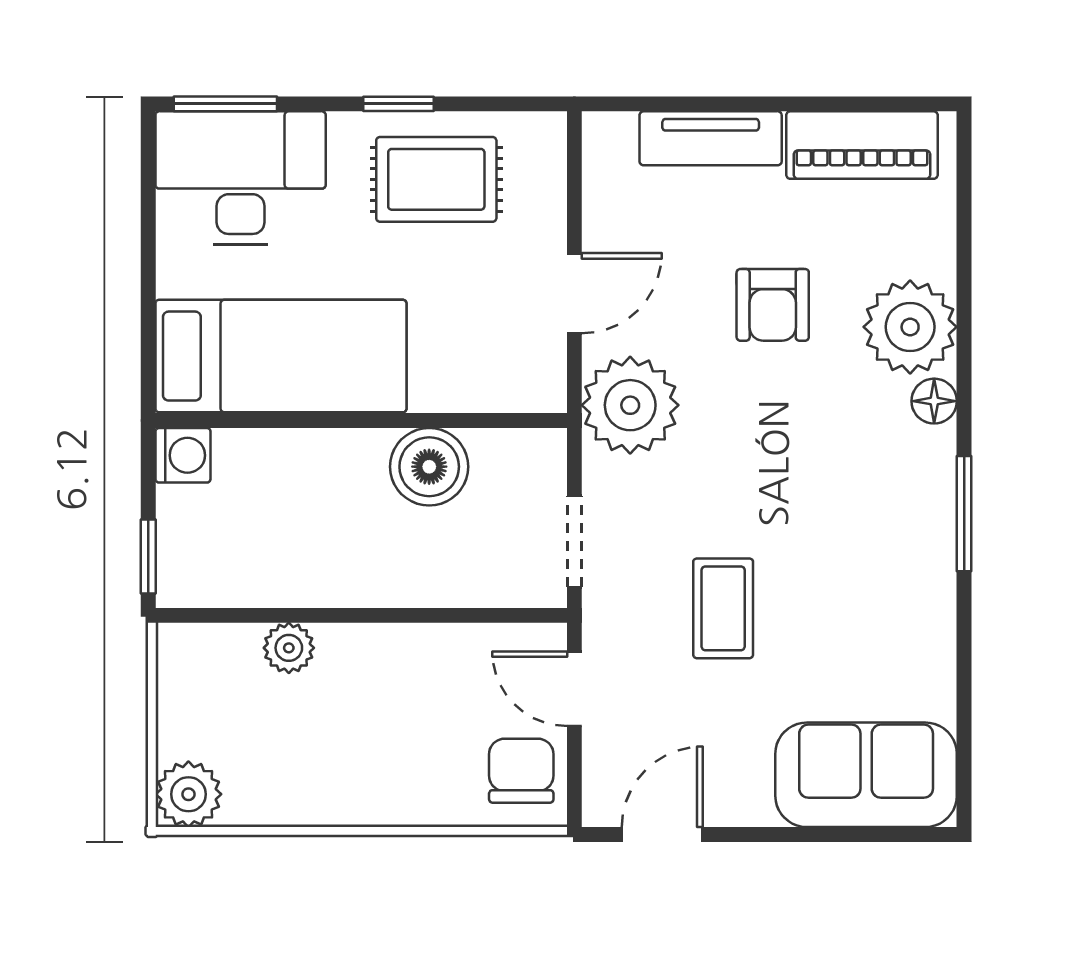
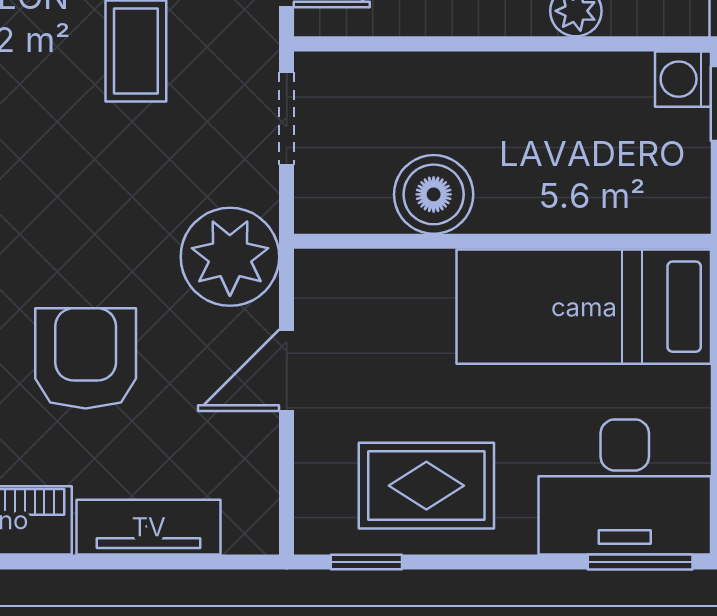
window: (398, 104) -> (366, 562), moved
armchair: (773, 305) -> (86, 358), width x1.38, depth x1.38
washing machine: (183, 455) -> (683, 79), moved

